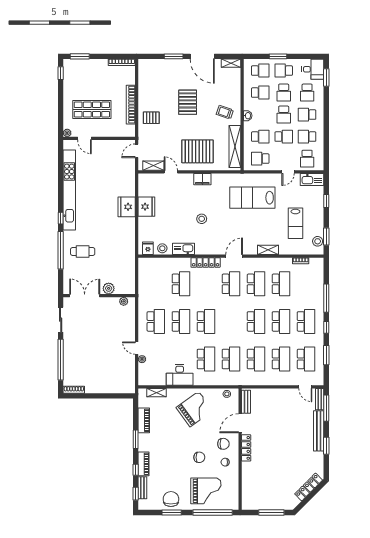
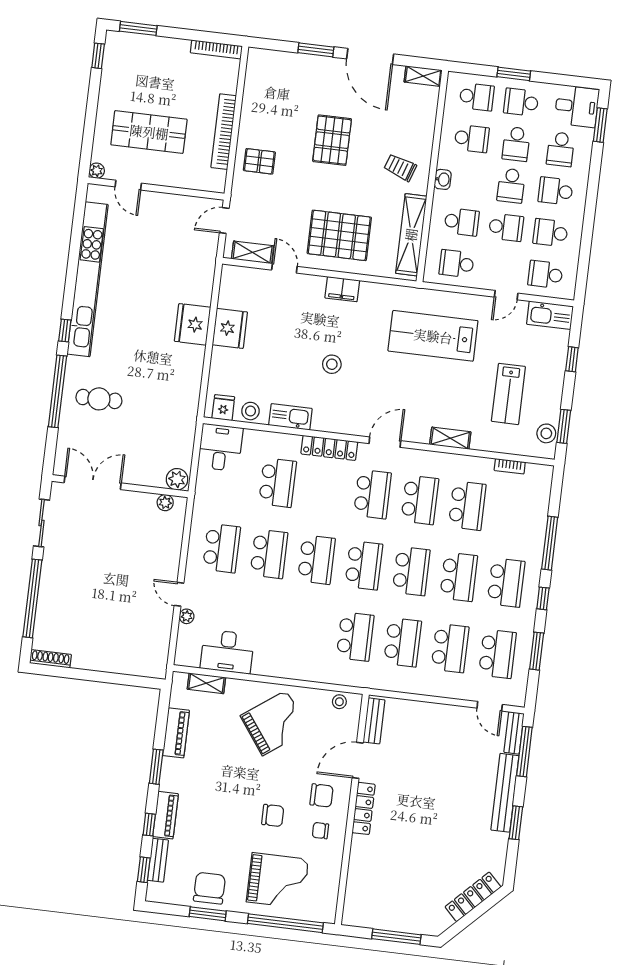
school desk: (307, 159) -> (545, 274), turned 90
desk: (149, 269) -> (220, 447), added
plant: (109, 288) -> (177, 479), moved
school desk: (206, 359) -> (364, 565), moved
desk: (180, 375) -> (227, 652), moved

